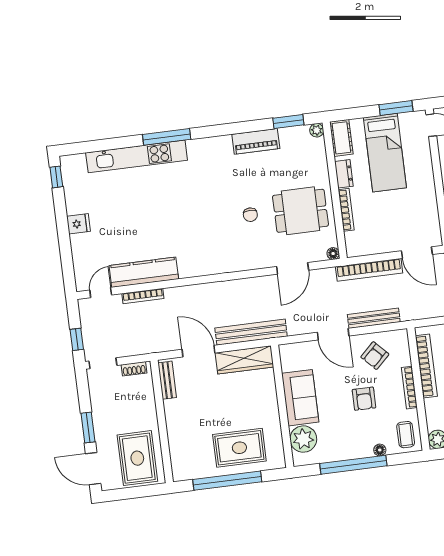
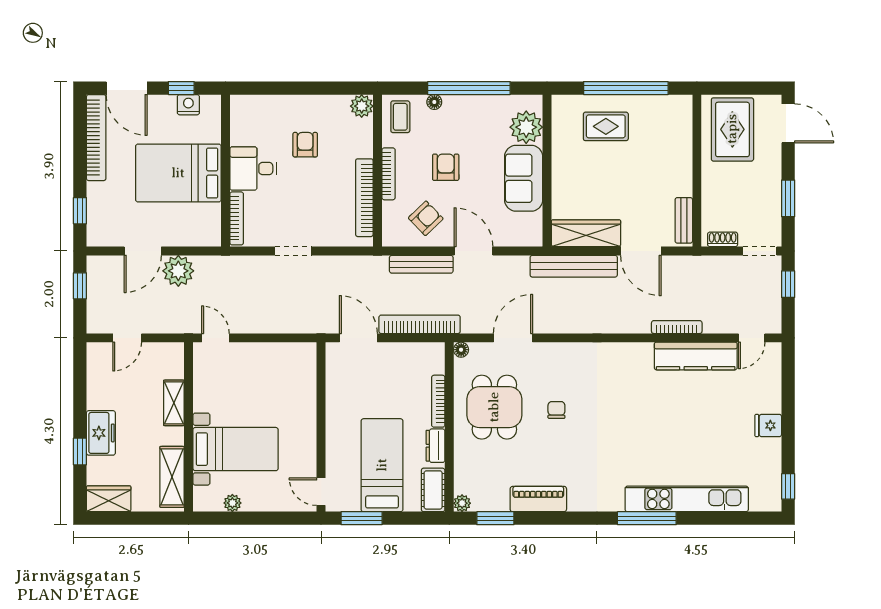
dining table: (300, 211) -> (494, 407), turned 90
bookcase: (143, 296) -> (677, 327), moved
window: (88, 428) -> (788, 198), moved
rug: (239, 448) -> (606, 126), width x0.73, depth x0.70

